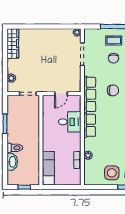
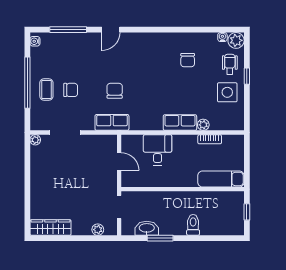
row of seats: (90, 94) -> (112, 122), width x0.68
row of seats: (90, 125) -> (180, 123), moved
washbasin: (12, 162) -> (147, 228), moved

